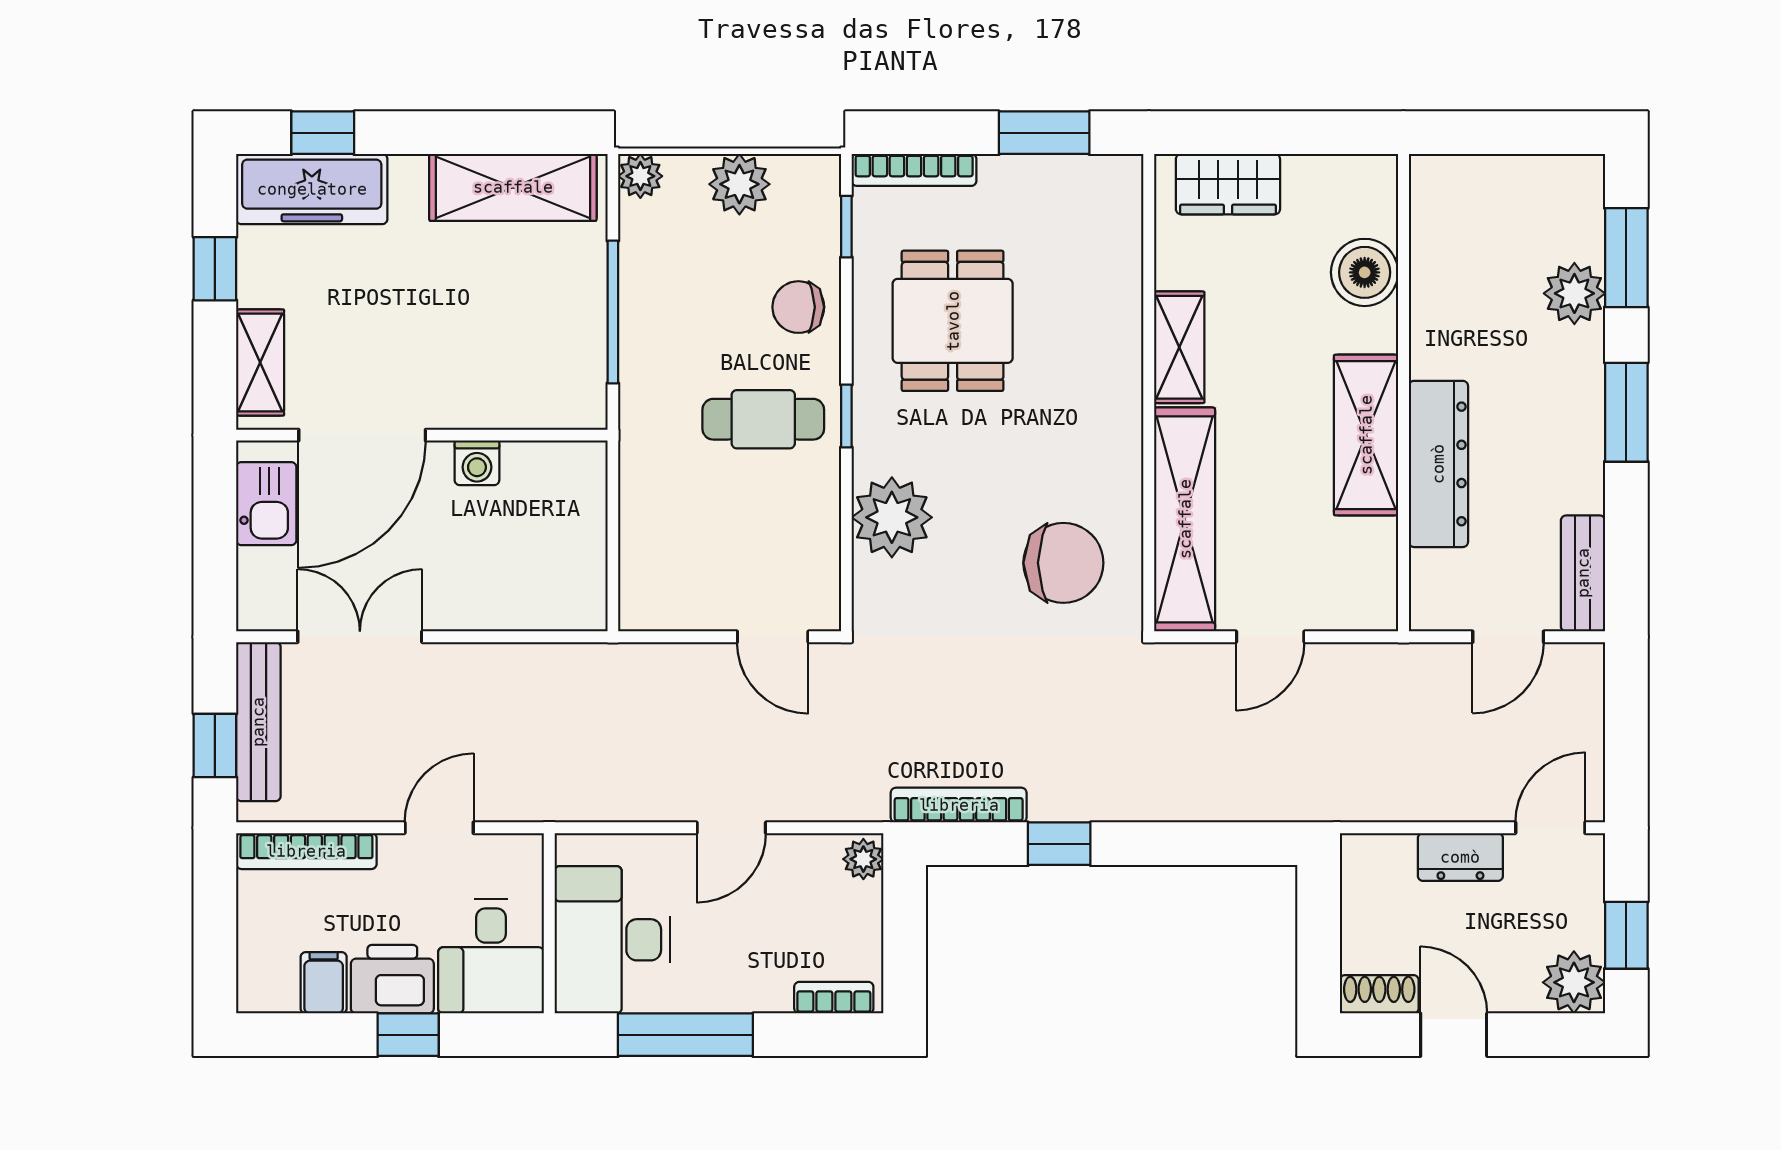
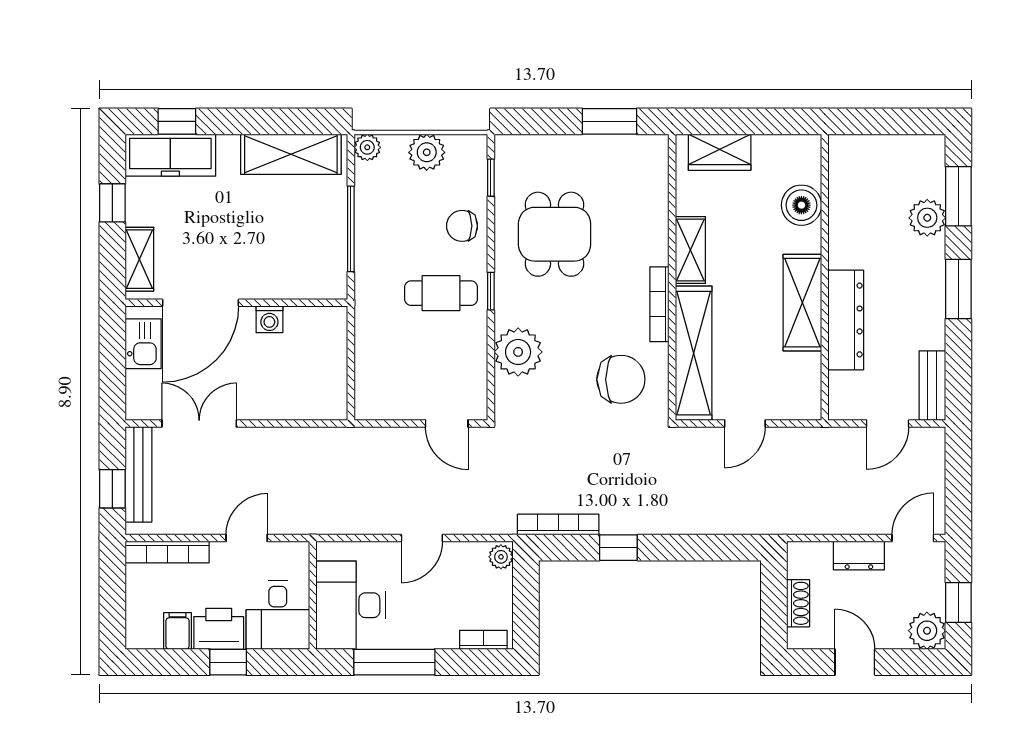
bookcase: (914, 170) -> (659, 304), moved, turned 90
shoe rack: (1379, 994) -> (798, 603), moved, turned 90

